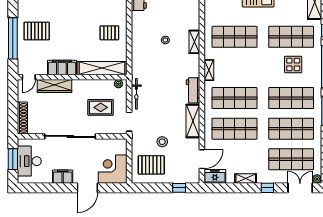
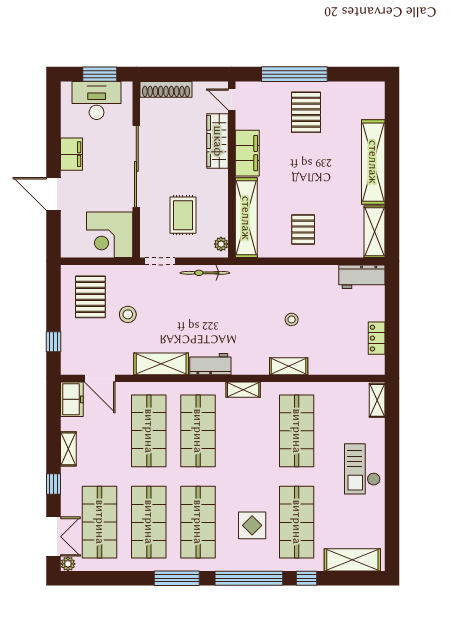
corner desk: (113, 169) -> (110, 235), moved, turned 180

